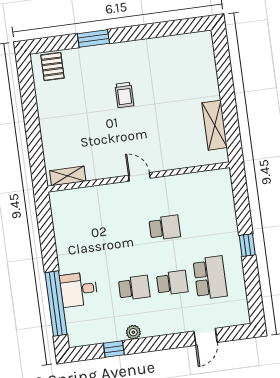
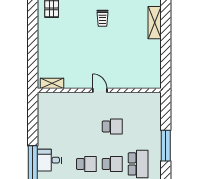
trolley: (124, 95) -> (102, 18), moved
shelving: (215, 125) -> (155, 23), moved
window: (247, 245) -> (166, 146), width x2.17

